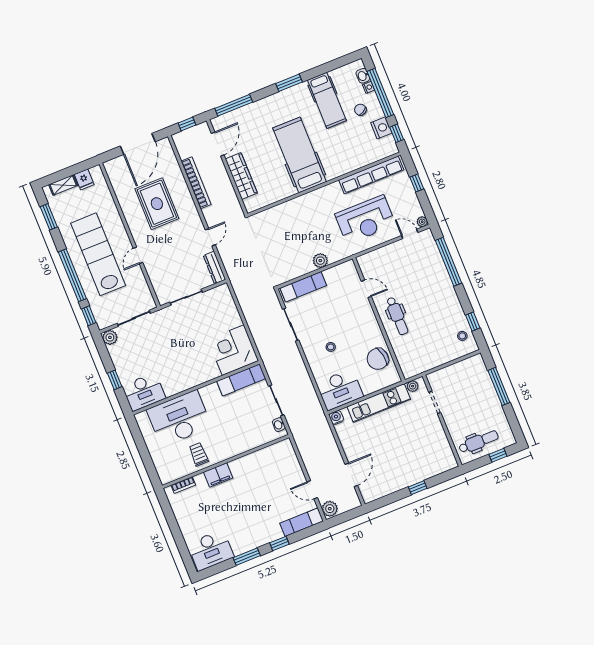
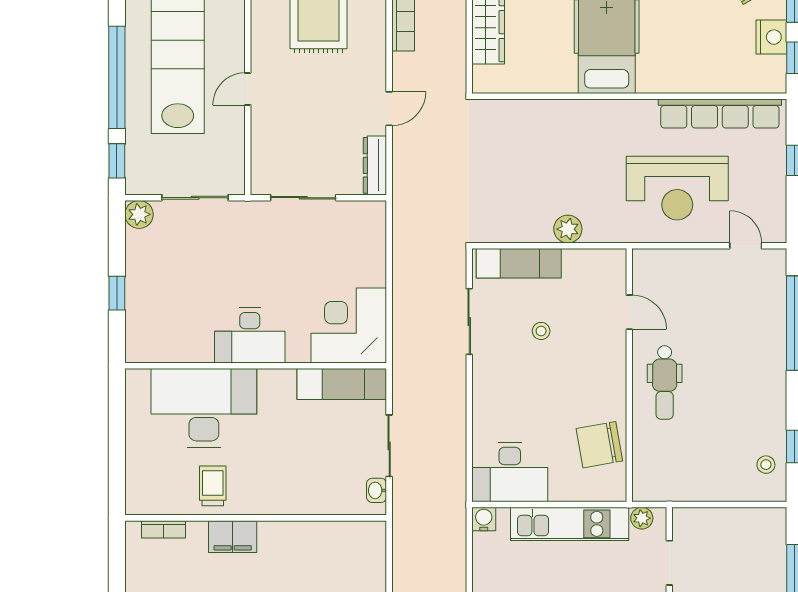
plant: (422, 222) -> (777, 233), removed
stool: (331, 347) -> (541, 331), moved
desk: (144, 392) -> (250, 336), moved

